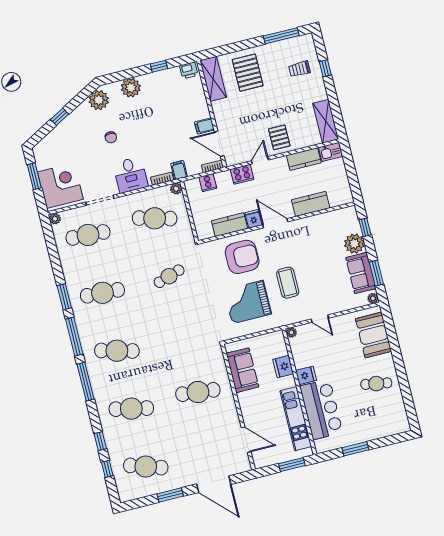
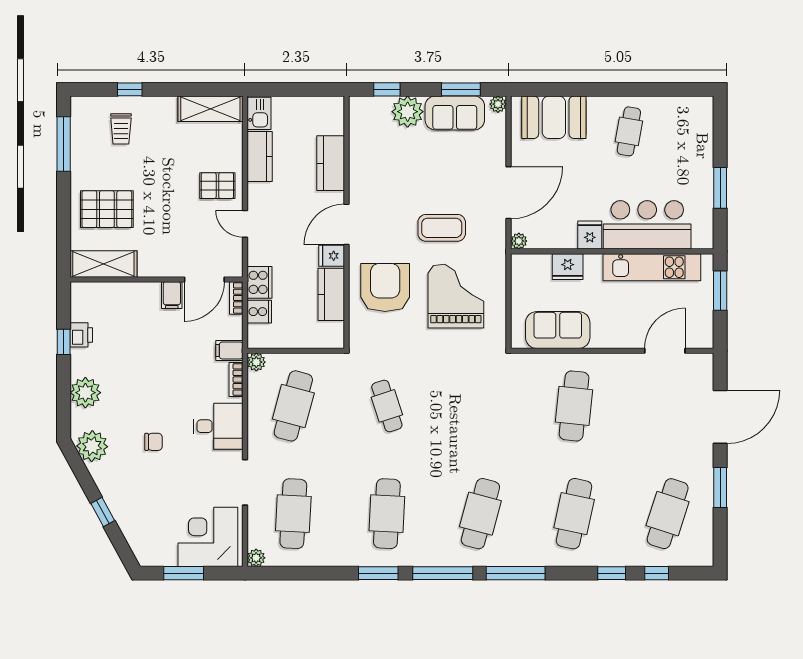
printer: (189, 70) -> (81, 335), moved
cooker: (242, 174) -> (260, 282), moved
grand piano: (248, 302) -> (456, 296), turned 180
door: (320, 319) -> (509, 193), width x1.87

